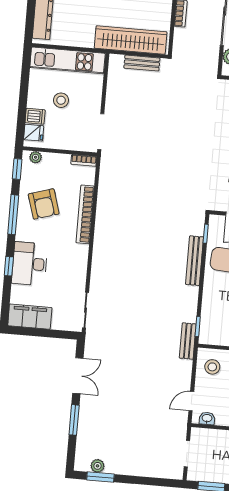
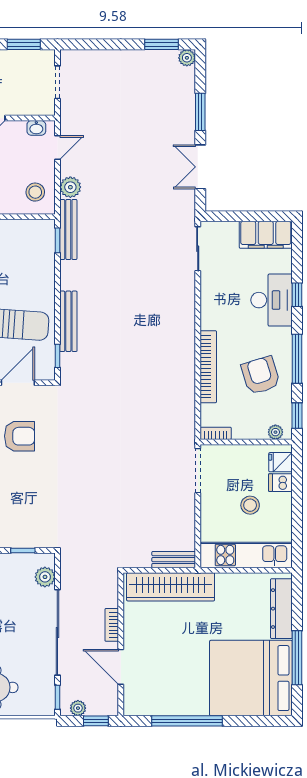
bench: (142, 63) -> (174, 560), moved
bench: (188, 341) -> (68, 229), width x1.36
plant: (184, 368) -> (70, 187), added
plant: (98, 466) -> (187, 58), moved

